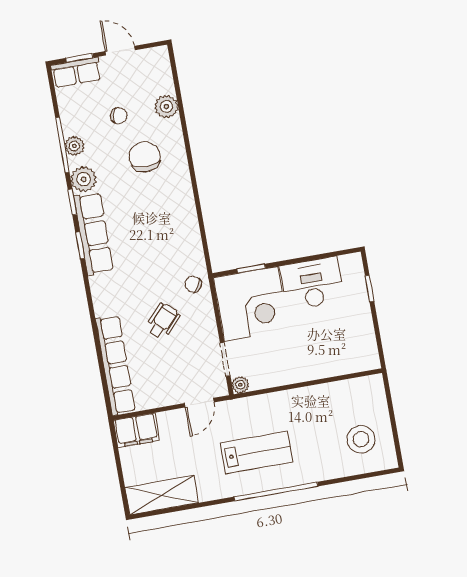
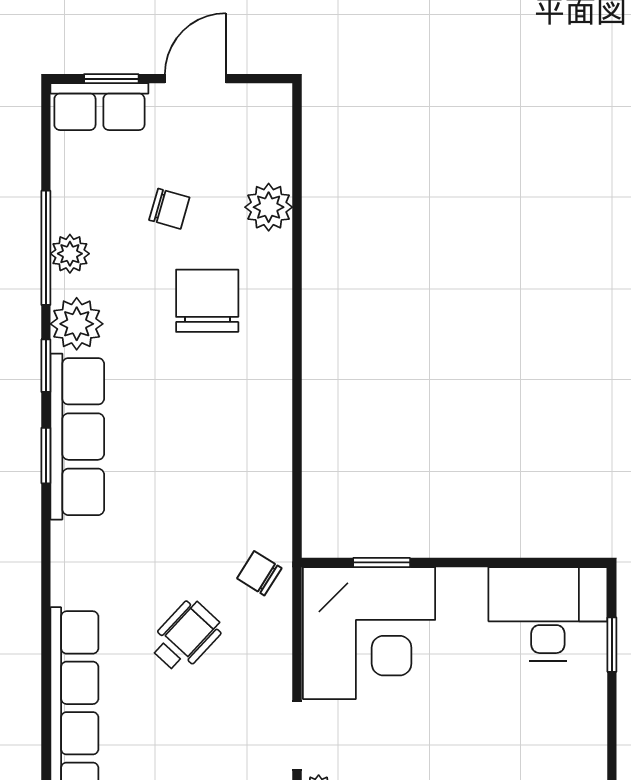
door: (120, 51) -> (195, 79), hinge flipped
desk: (312, 283) -> (548, 614), moved

